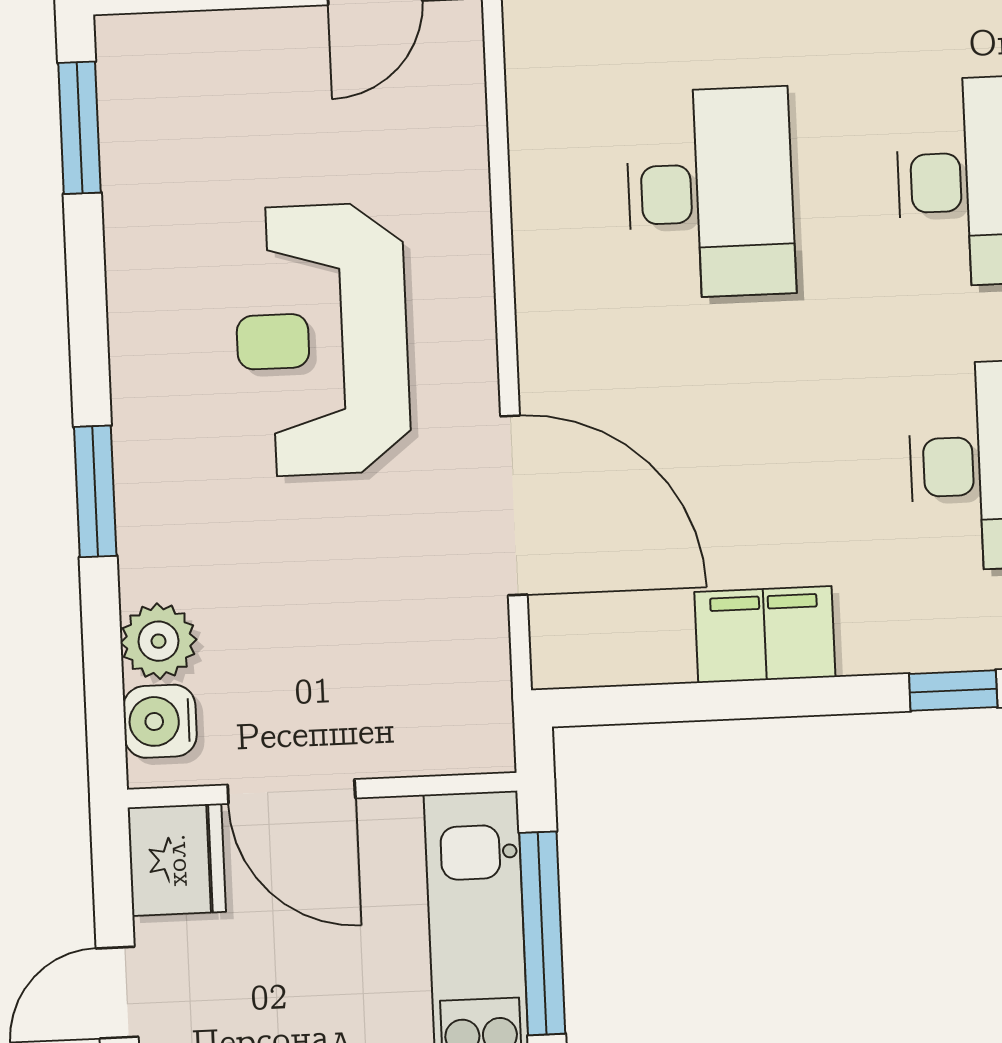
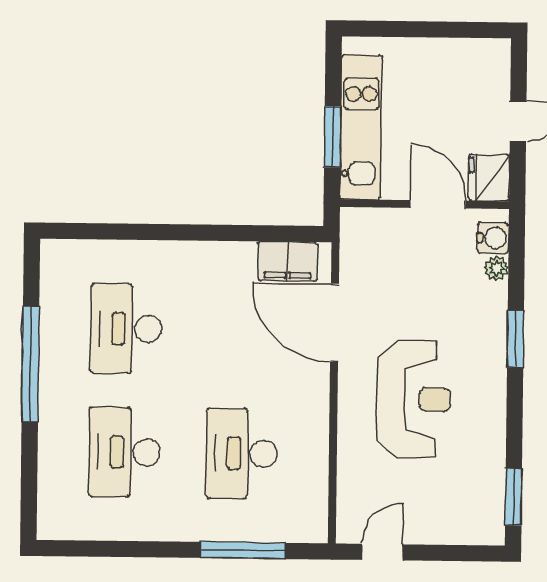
filing cabinet: (765, 634) -> (288, 262), moved
plant: (159, 641) -> (496, 268), width x0.73, depth x0.73
window: (953, 691) -> (149, 232), removed
window: (542, 933) -> (333, 137), width x0.69

